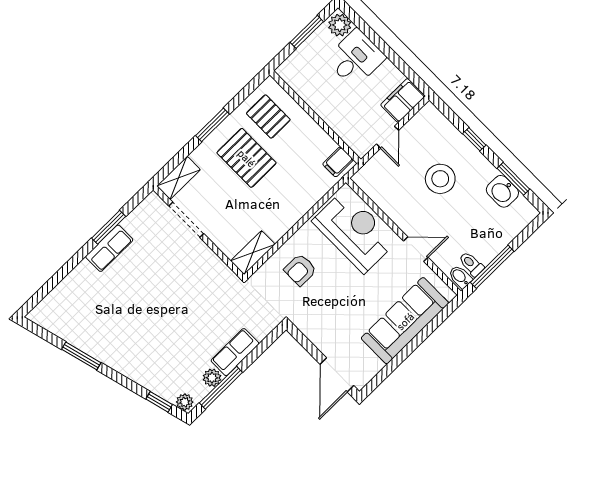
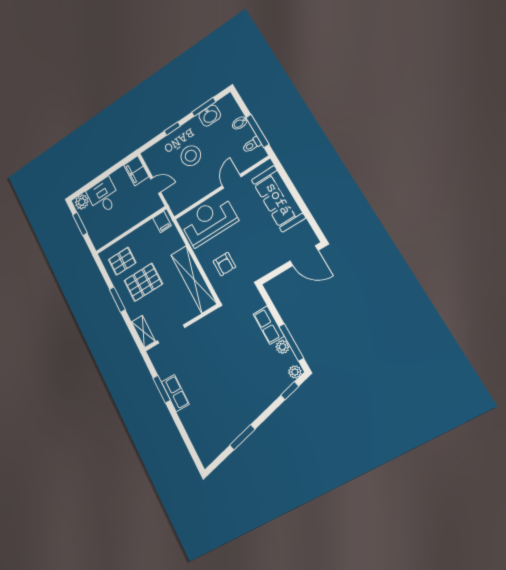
shelving: (253, 253) -> (194, 279), width x2.20, depth x1.33
bidet: (460, 277) -> (240, 123), moved

